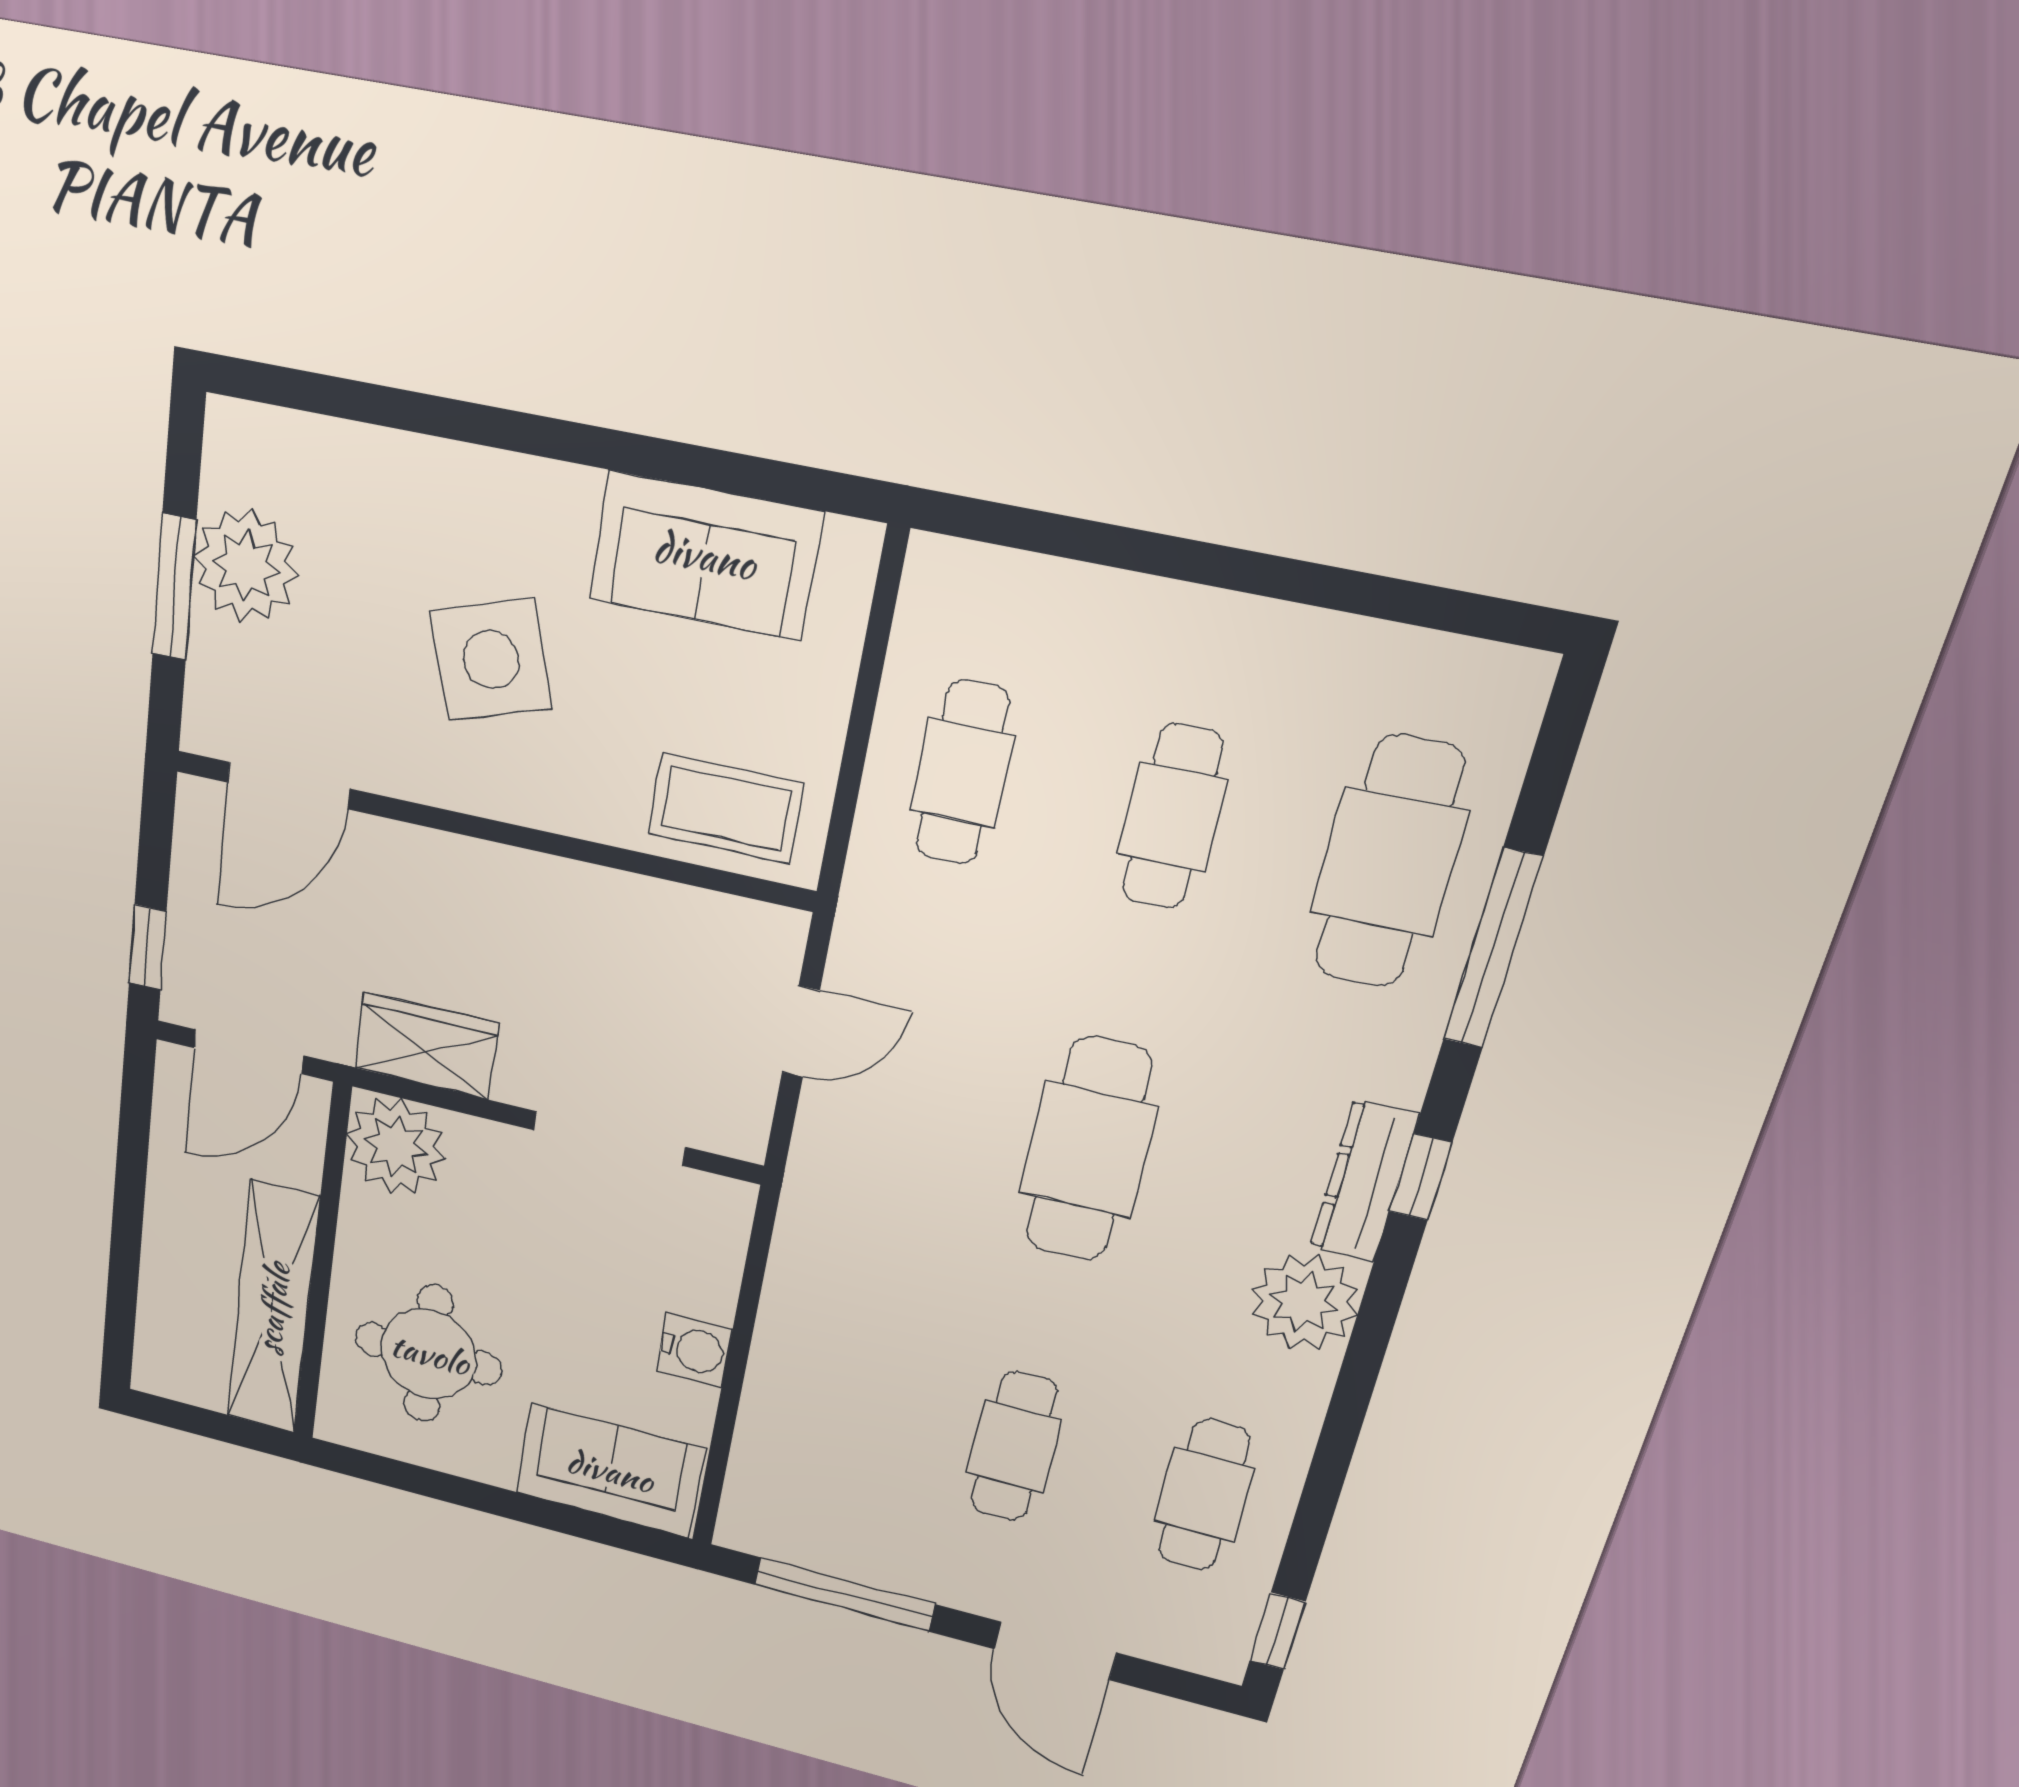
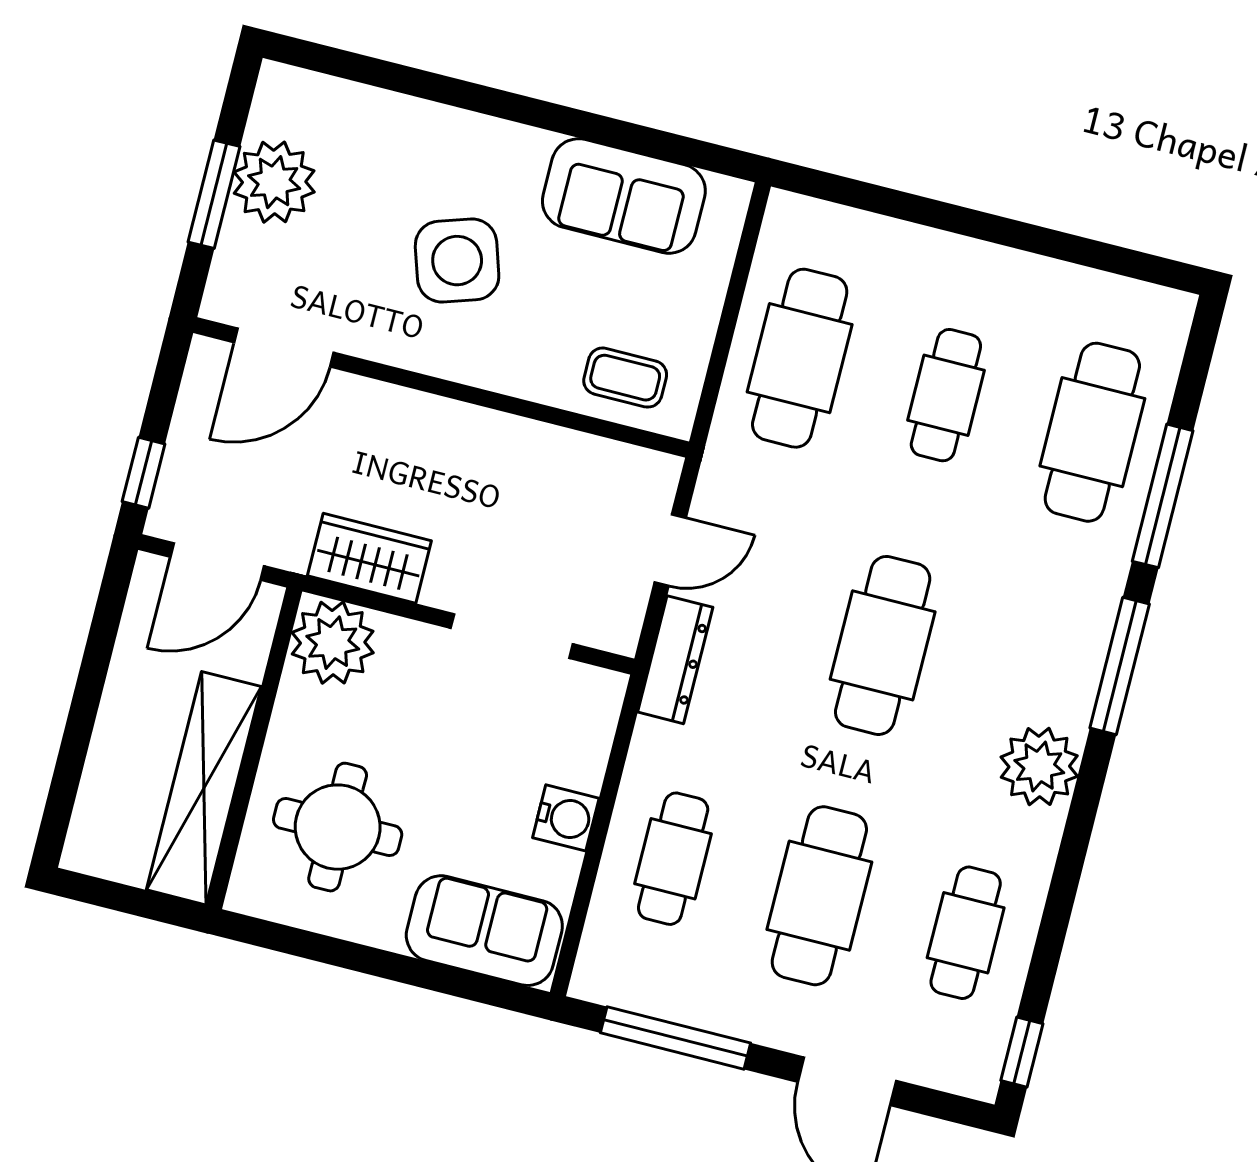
cafe table: (962, 773) -> (800, 358), width x1.37, depth x1.35
coffee table: (726, 808) -> (625, 378), width x0.73, depth x0.77
window: (1421, 1177) -> (1120, 666), width x2.17
dresser: (1364, 1181) -> (675, 660), moved, turned 180
cafe table: (828, 1399) -> (673, 859), added
cafe table: (1014, 1447) -> (819, 896), width x1.37, depth x1.35

